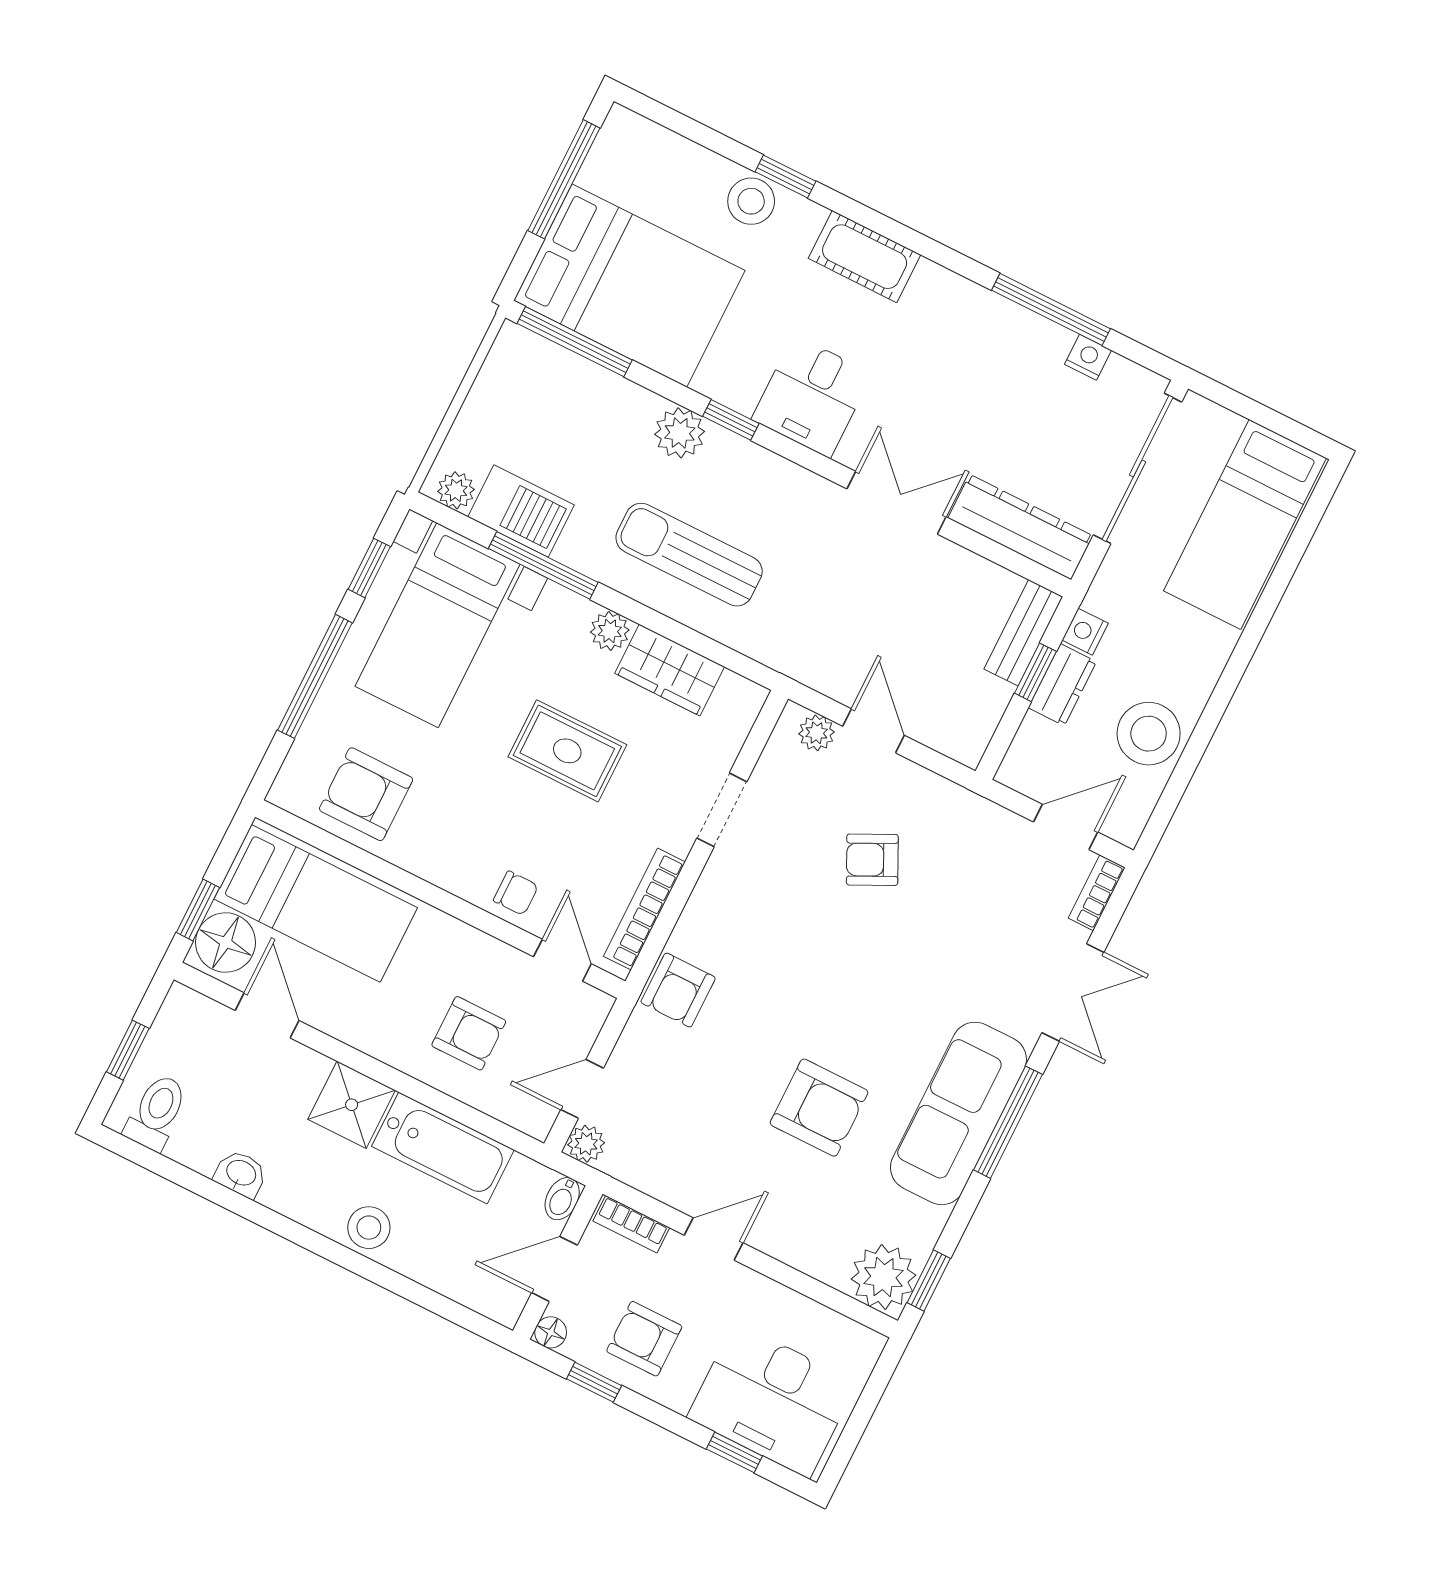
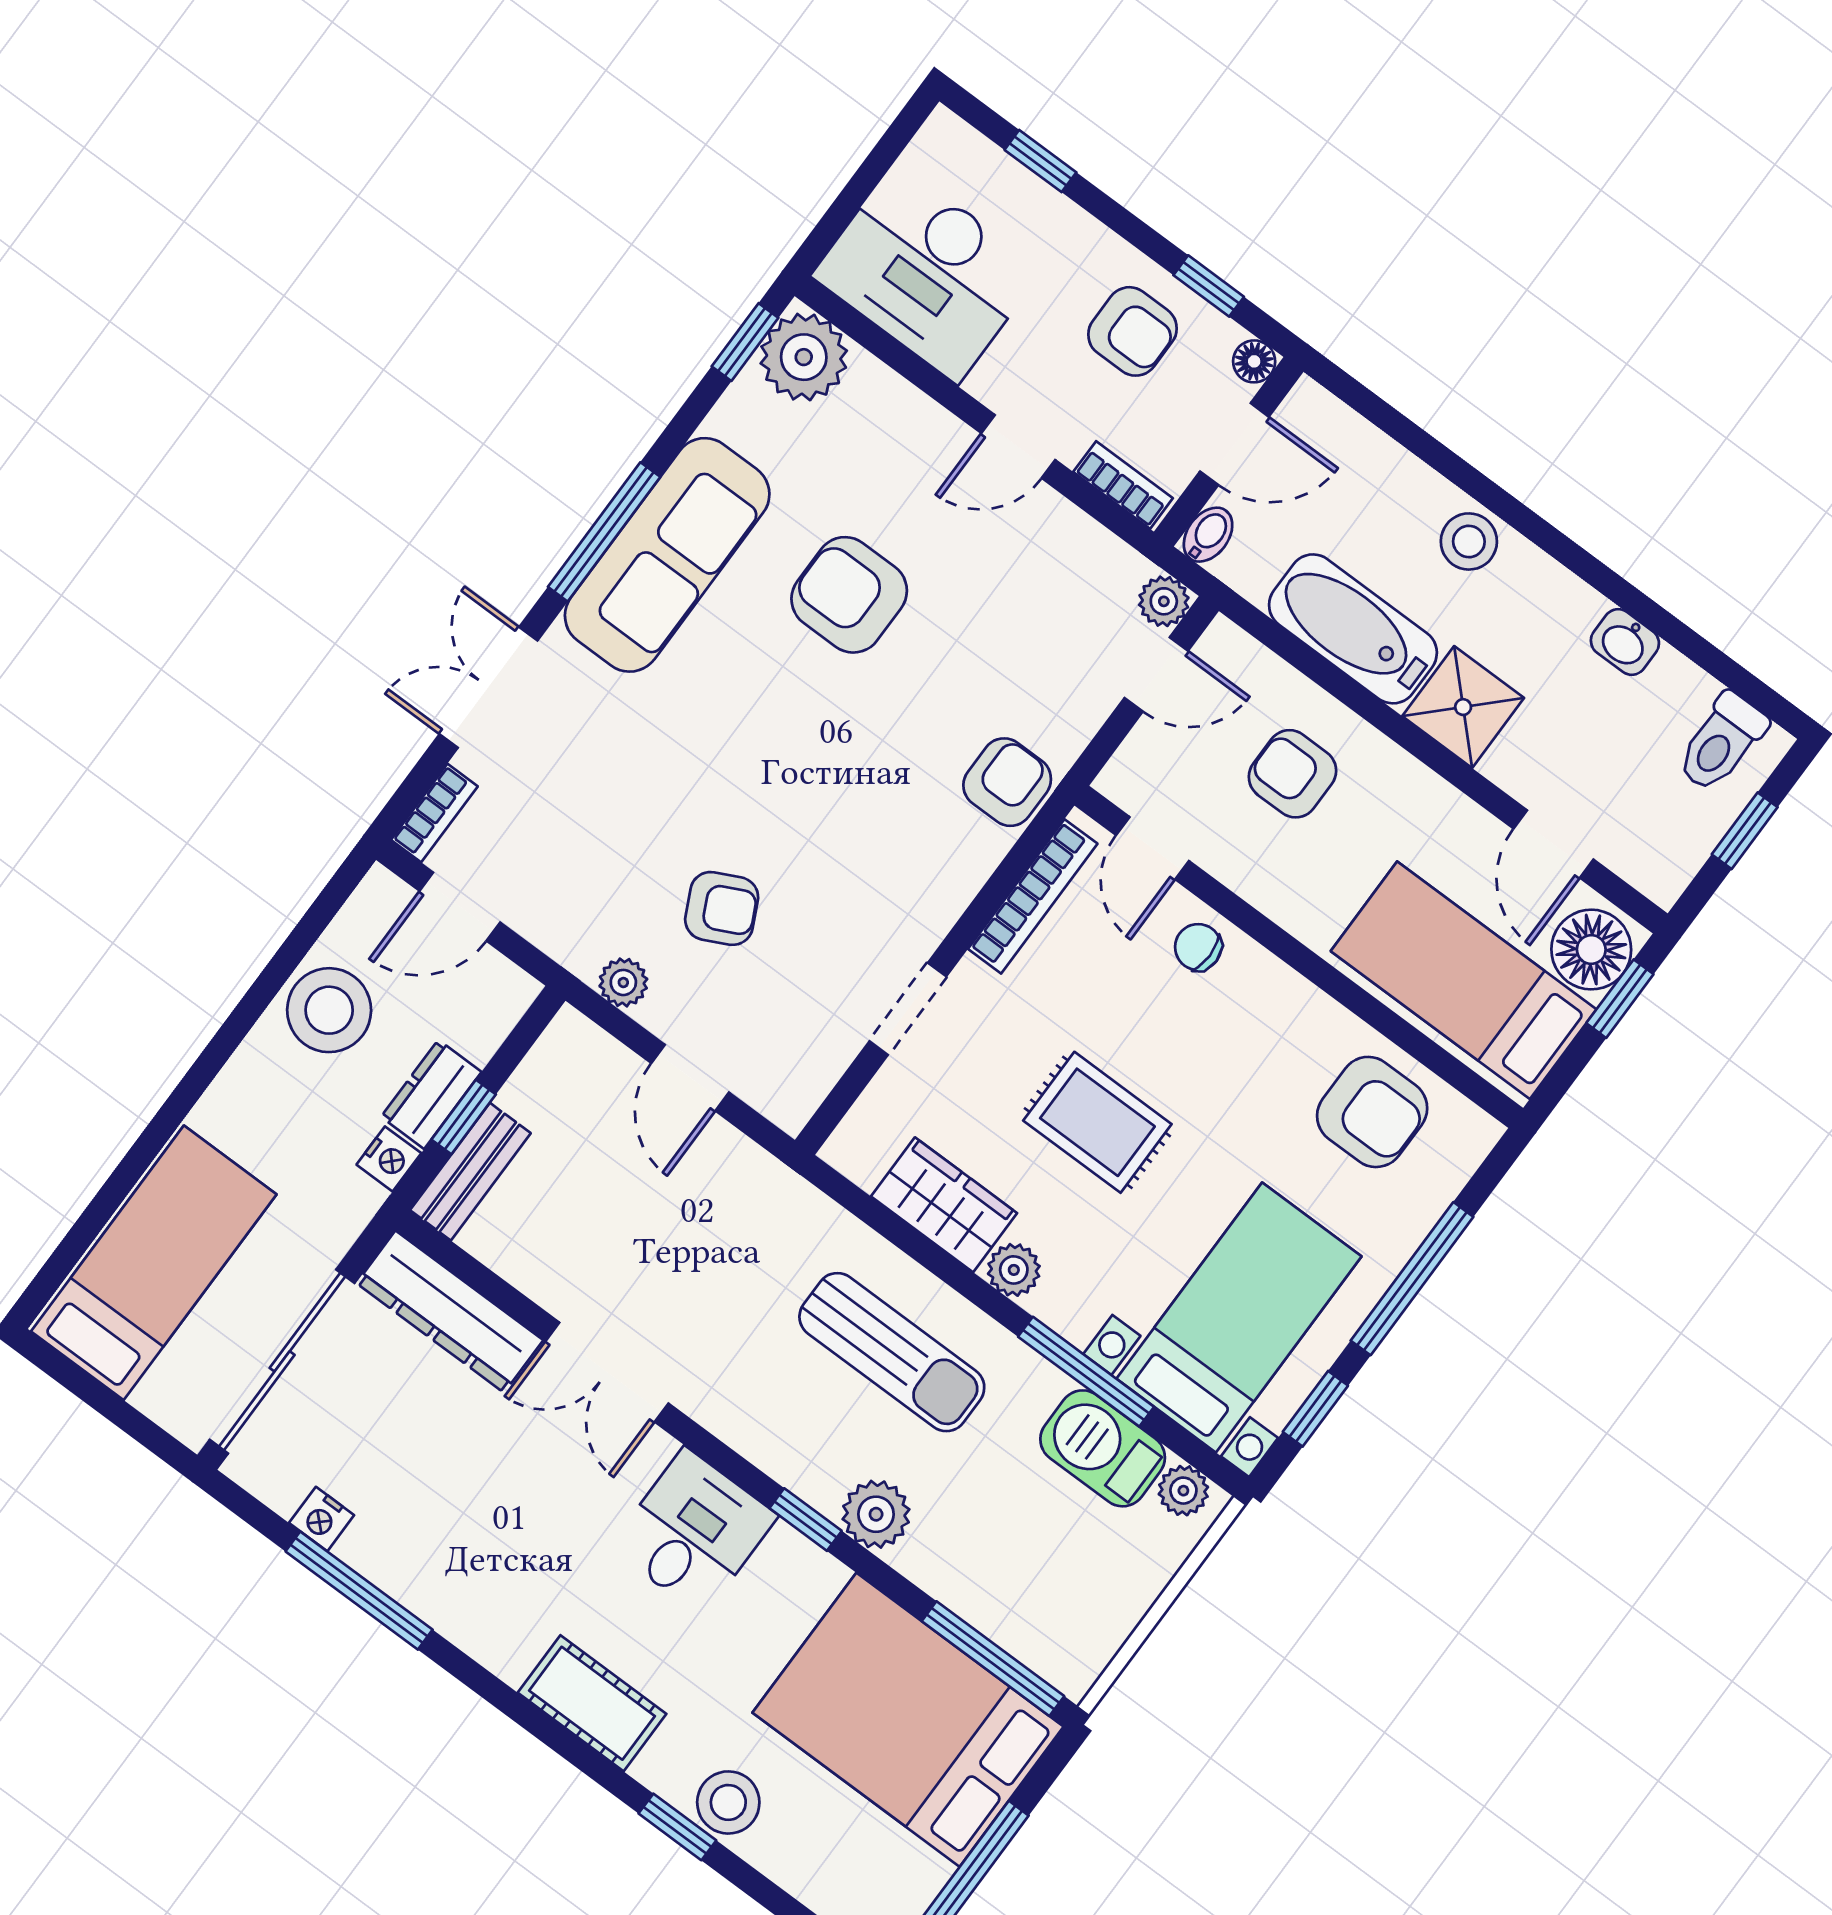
plant: (817, 733) -> (623, 982), moved
desk: (772, 1400) -> (927, 273), moved, turned 180

